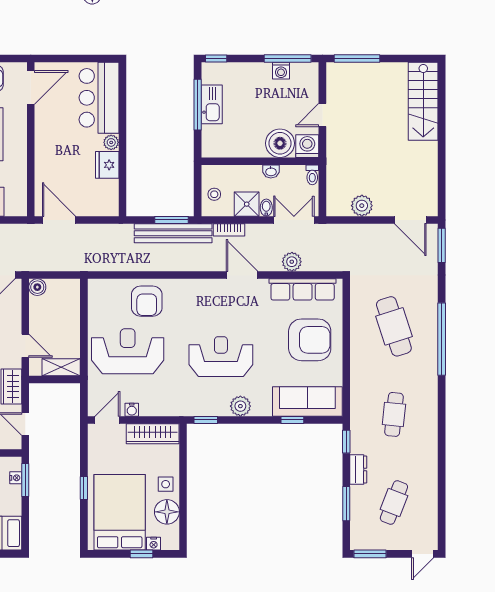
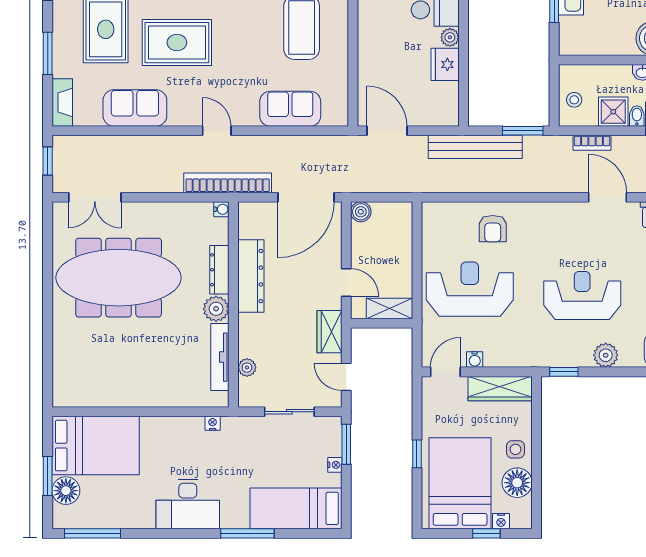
bench: (173, 233) -> (475, 147), moved
armchair: (147, 301) -> (493, 229), width x0.72, depth x0.72
nightstand: (16, 478) -> (335, 465), moved

